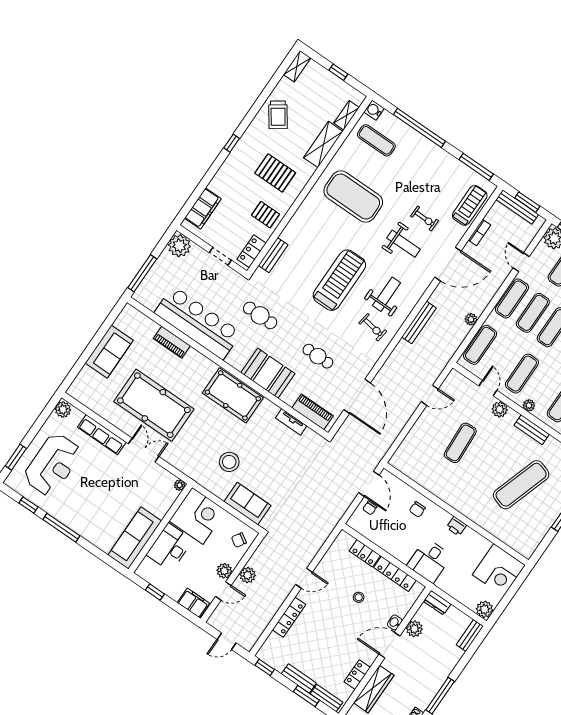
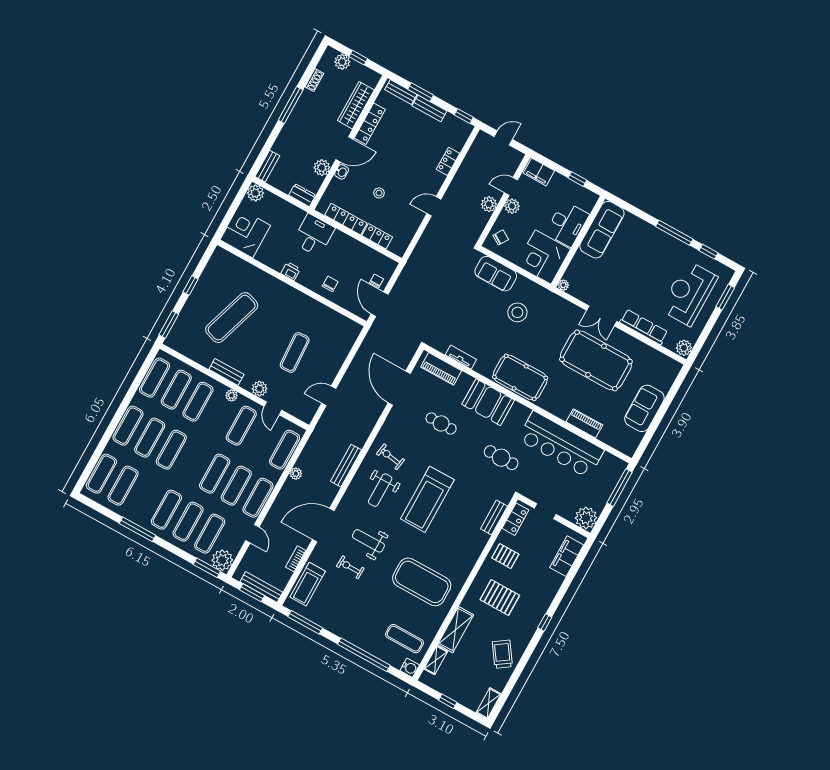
locker: (289, 617) -> (448, 161), width x0.66
locker: (357, 675) -> (370, 124), width x1.53

